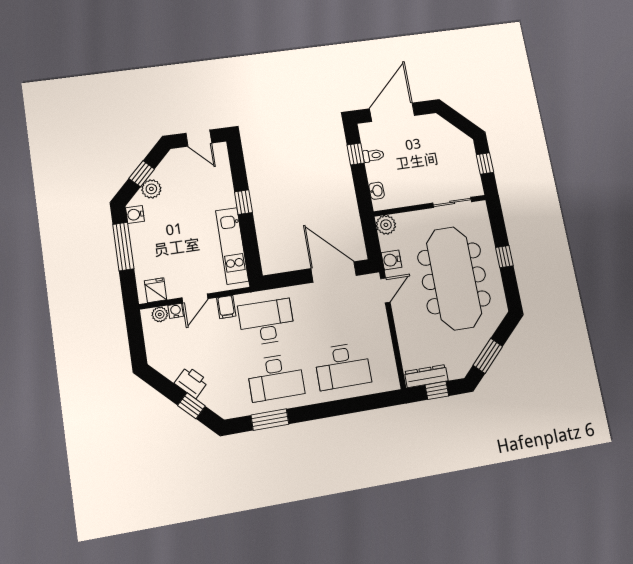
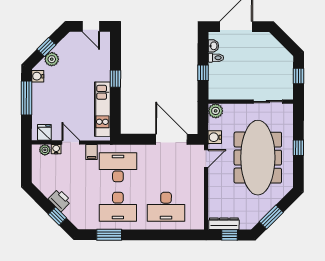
window: (356, 154) -> (203, 73), moved
washbasin: (377, 191) -> (213, 46), moved
door: (195, 298) -> (71, 142), swing flipped

